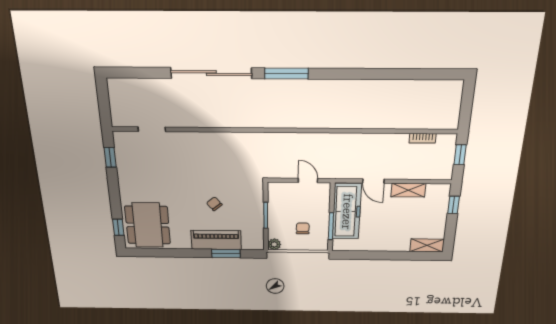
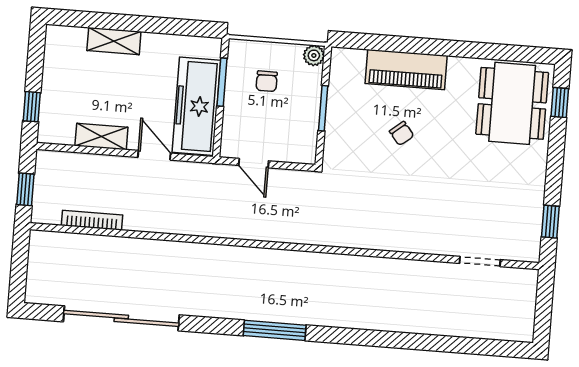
sliding door: (211, 73) -> (121, 318), moved
bookcase: (423, 138) -> (92, 220), width x1.56
shelving: (427, 245) -> (114, 41), moved
window: (226, 254) -> (393, 44), removed

